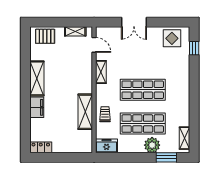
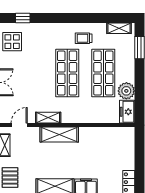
shelving: (85, 112) -> (59, 134), moved
trolley: (105, 114) -> (84, 38), moved
plant: (152, 145) -> (126, 91), moved

